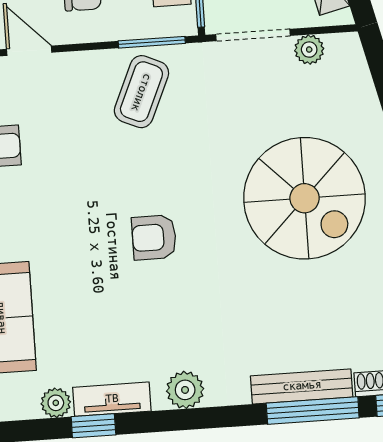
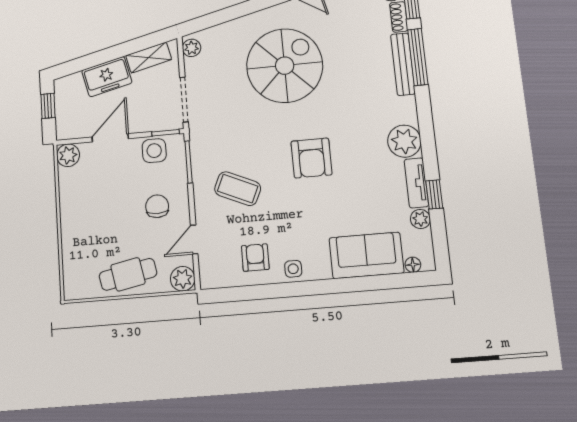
plant: (309, 50) -> (191, 48), moved
coffee table: (141, 92) -> (238, 189), moved
armchair: (154, 237) -> (311, 158), width x1.38, depth x1.38
plant: (185, 390) -> (404, 141), width x1.36, depth x1.36

